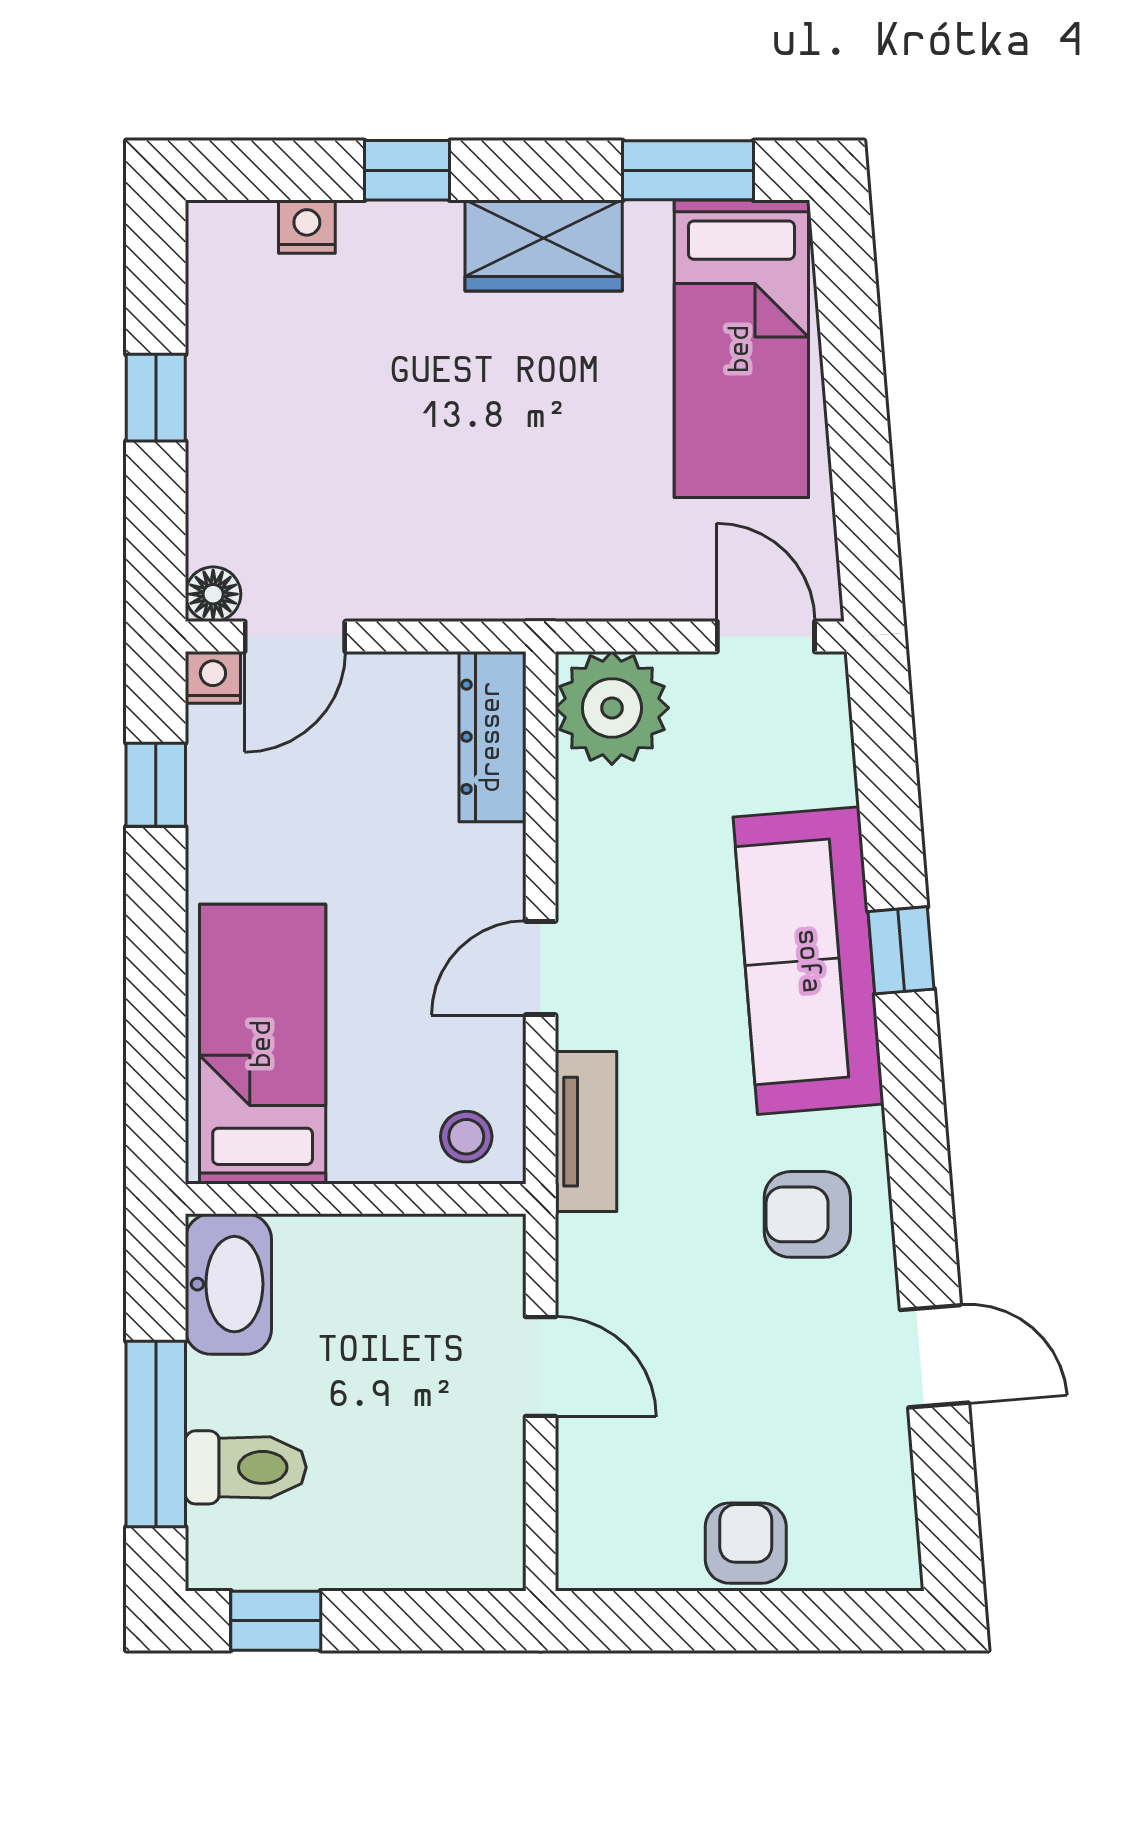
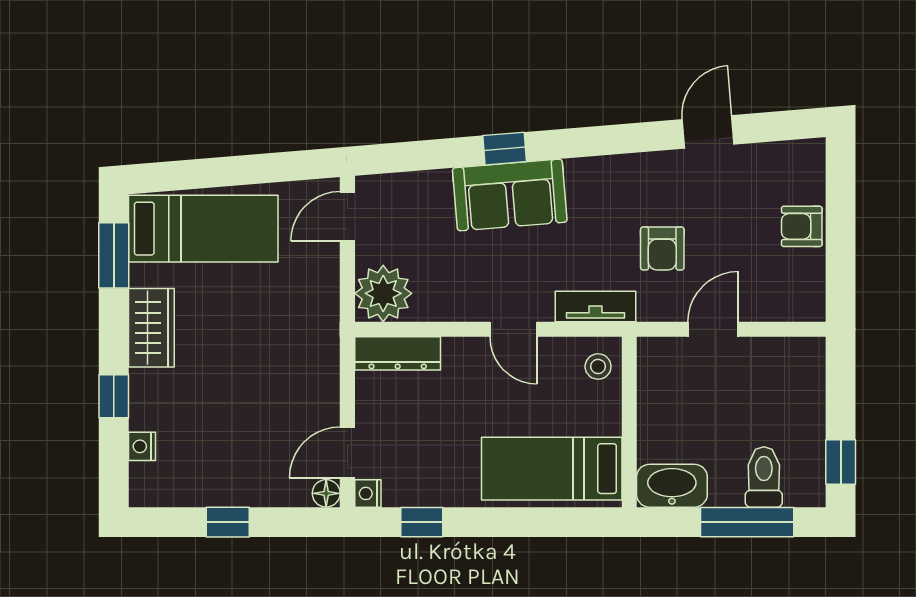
door: (295, 637) -> (347, 452), swing flipped
sofa: (808, 961) -> (510, 195), width x0.73
armchair: (807, 1214) -> (662, 249), moved

